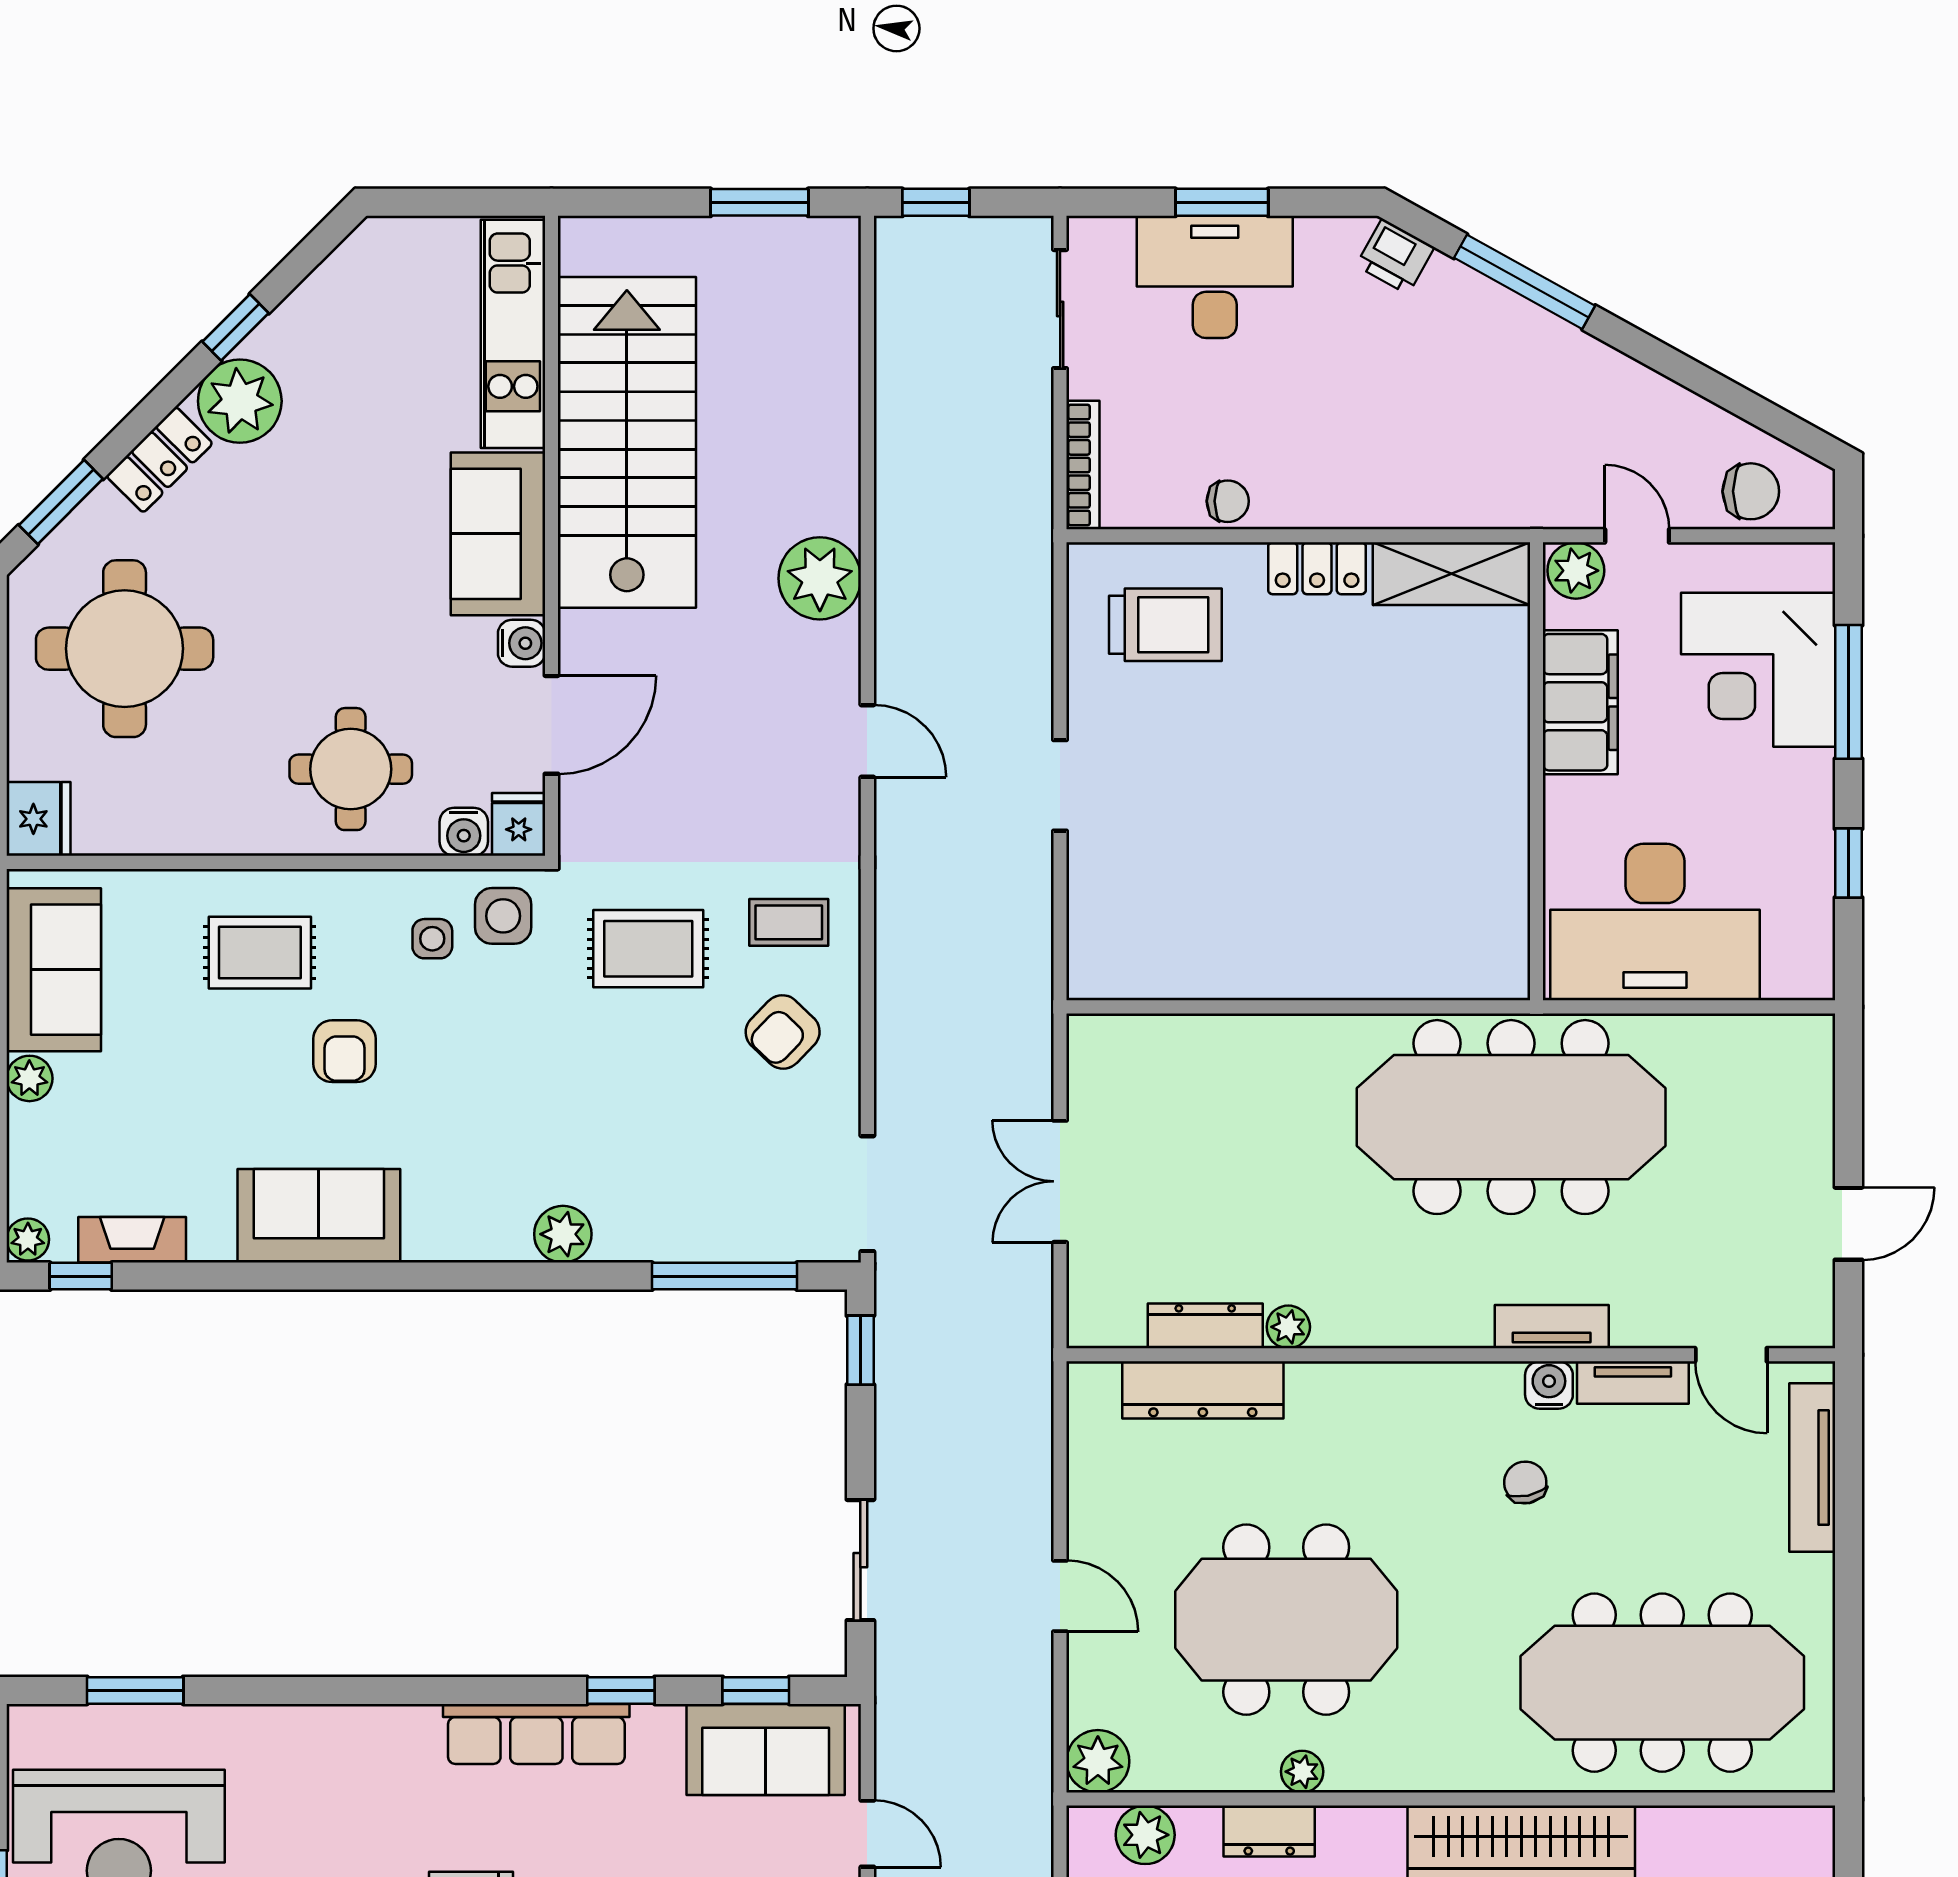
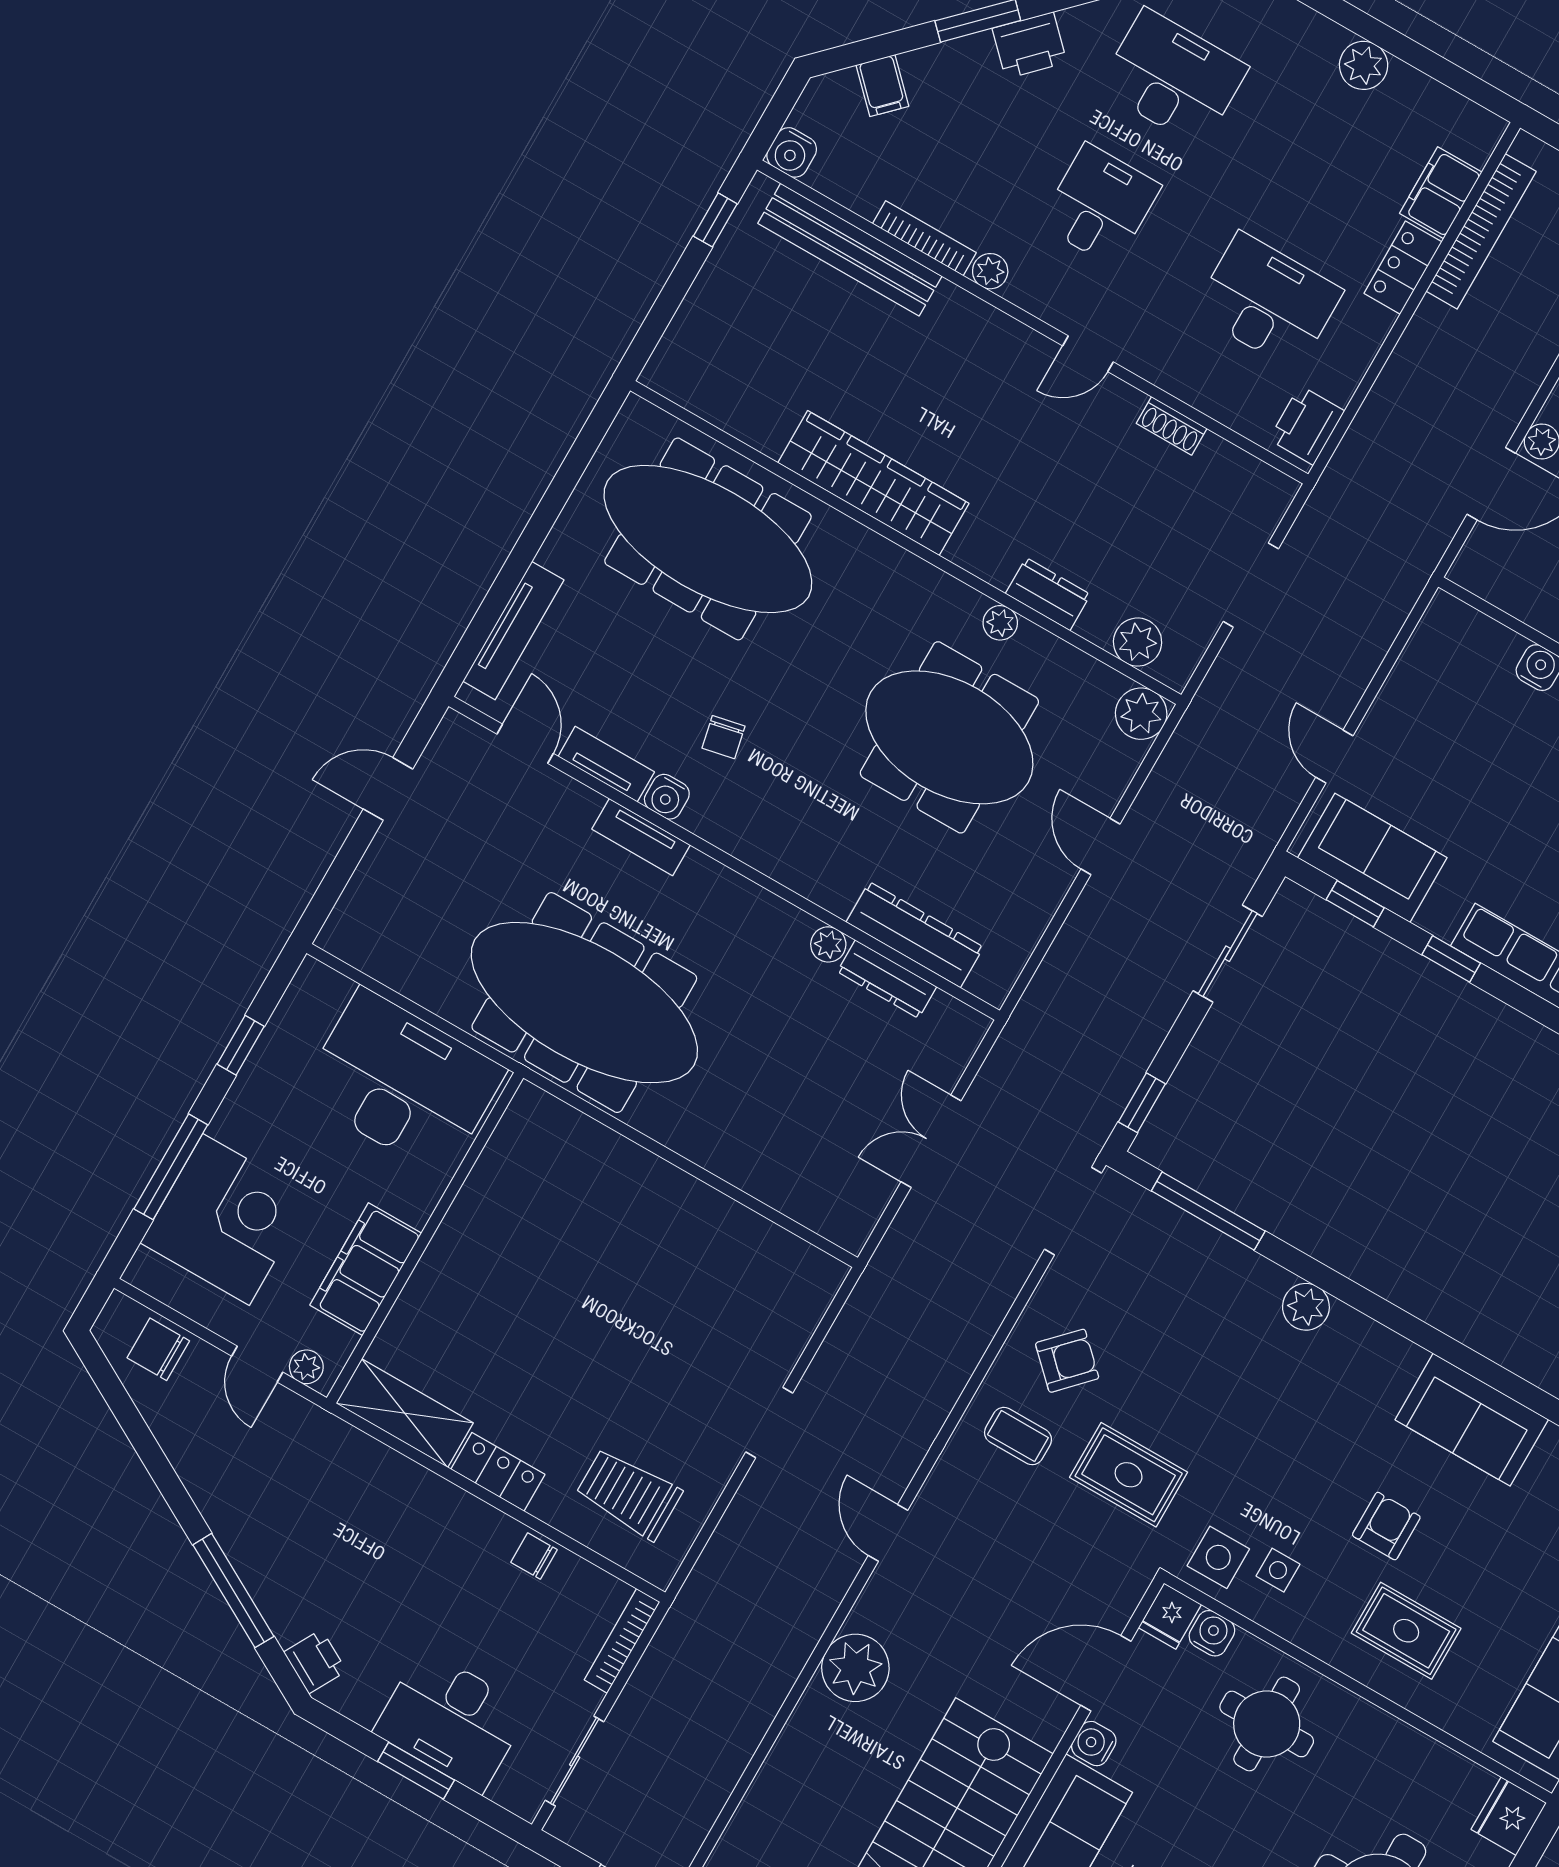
plant: (1576, 571) -> (306, 1367), width x0.73, depth x0.73
double door: (1060, 1181) -> (931, 1141), swing flipped

